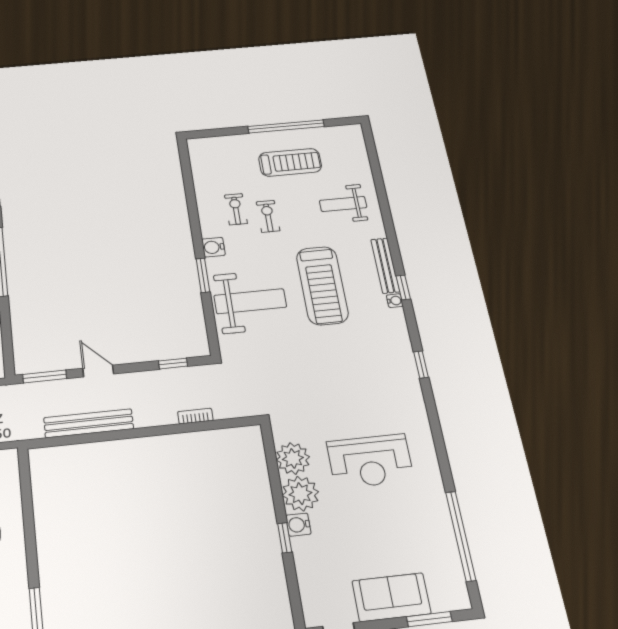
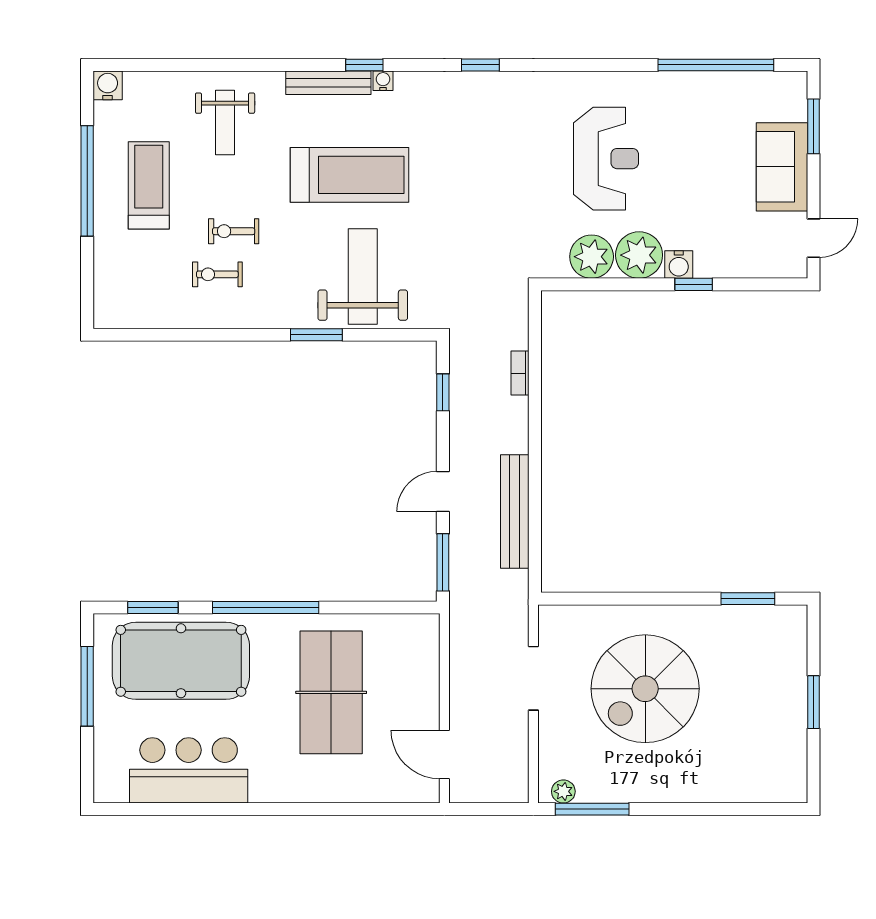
water cooler: (213, 247) -> (108, 85), moved, turned 180

